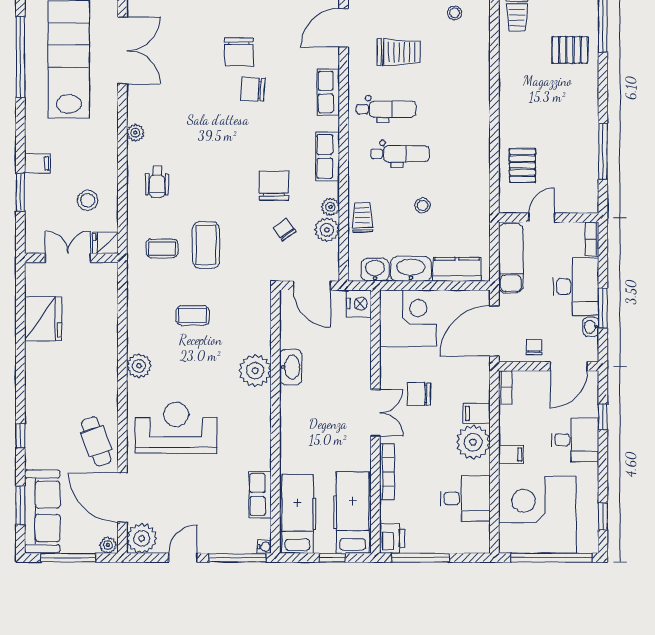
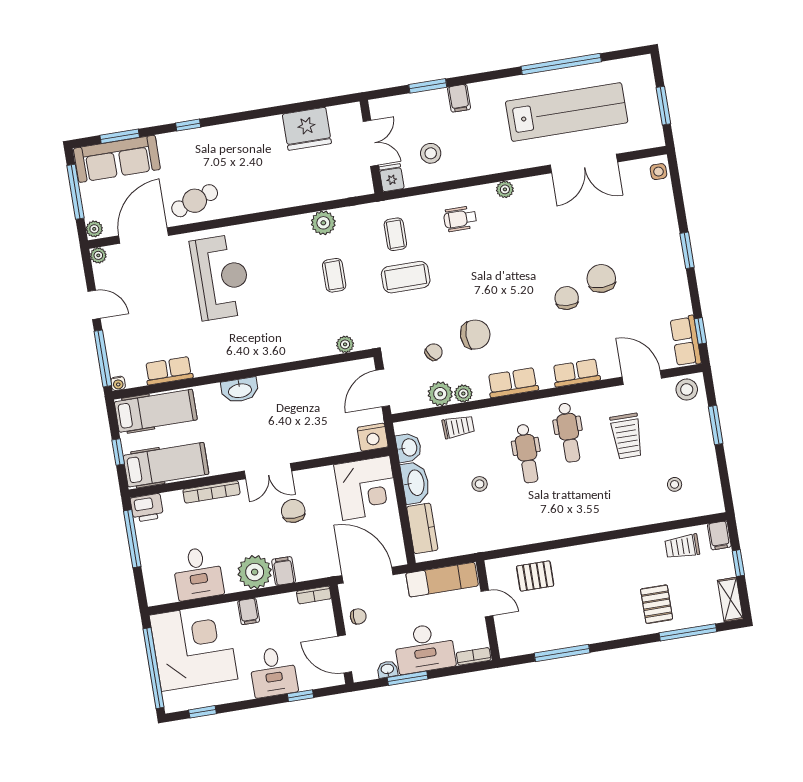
chair: (239, 52) -> (601, 278), turned 90
plant: (139, 366) -> (323, 223), moved
washbasin: (291, 367) -> (240, 390), moved
plant: (255, 371) -> (345, 344), moved, width x0.53, depth x0.53
plant: (142, 538) -> (98, 255), width x0.53, depth x0.53

